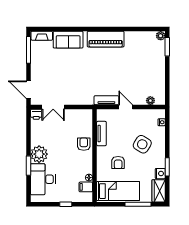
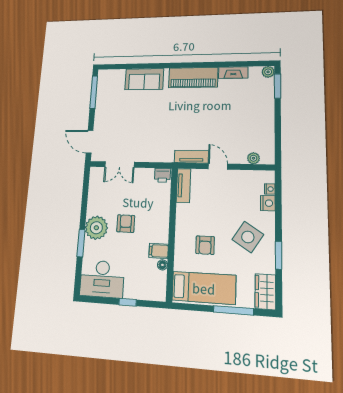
fireplace: (42, 36) -> (233, 73), moved
printer: (36, 114) -> (162, 175), moved
tv unit: (101, 134) -> (183, 185), moved
armchair: (84, 144) -> (126, 224), moved
side table: (142, 144) -> (248, 237), moved
nightstand: (160, 174) -> (268, 203), moved
desk: (43, 179) -> (102, 279), moved, turned -90
filing cabinet: (86, 187) -> (159, 251), moved

